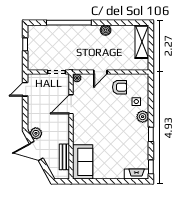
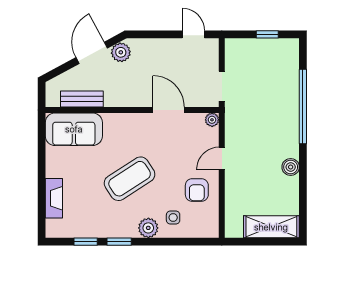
door: (100, 72) -> (222, 158), hinge flipped
coffee table: (113, 128) -> (130, 179), added
window: (151, 167) -> (86, 242), moved
fireplace: (137, 174) -> (54, 198), moved

